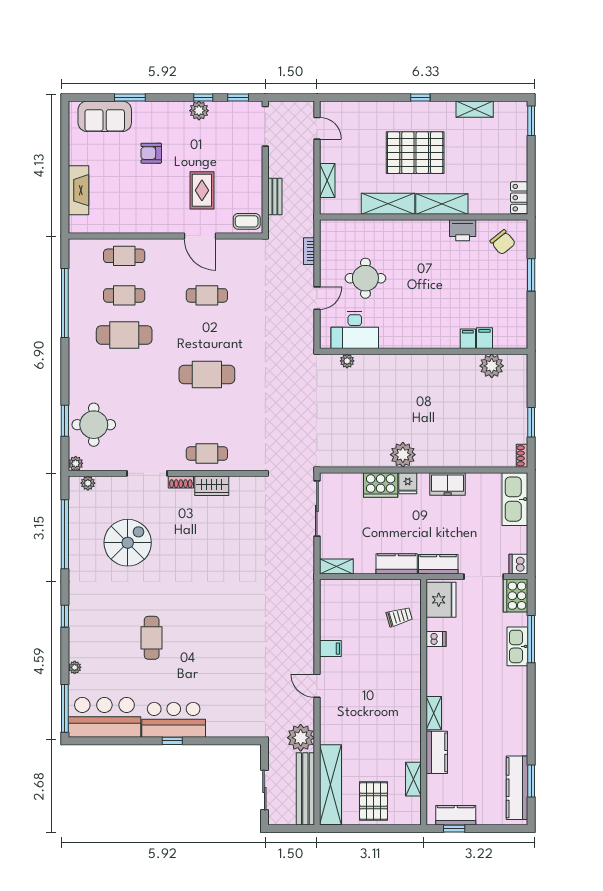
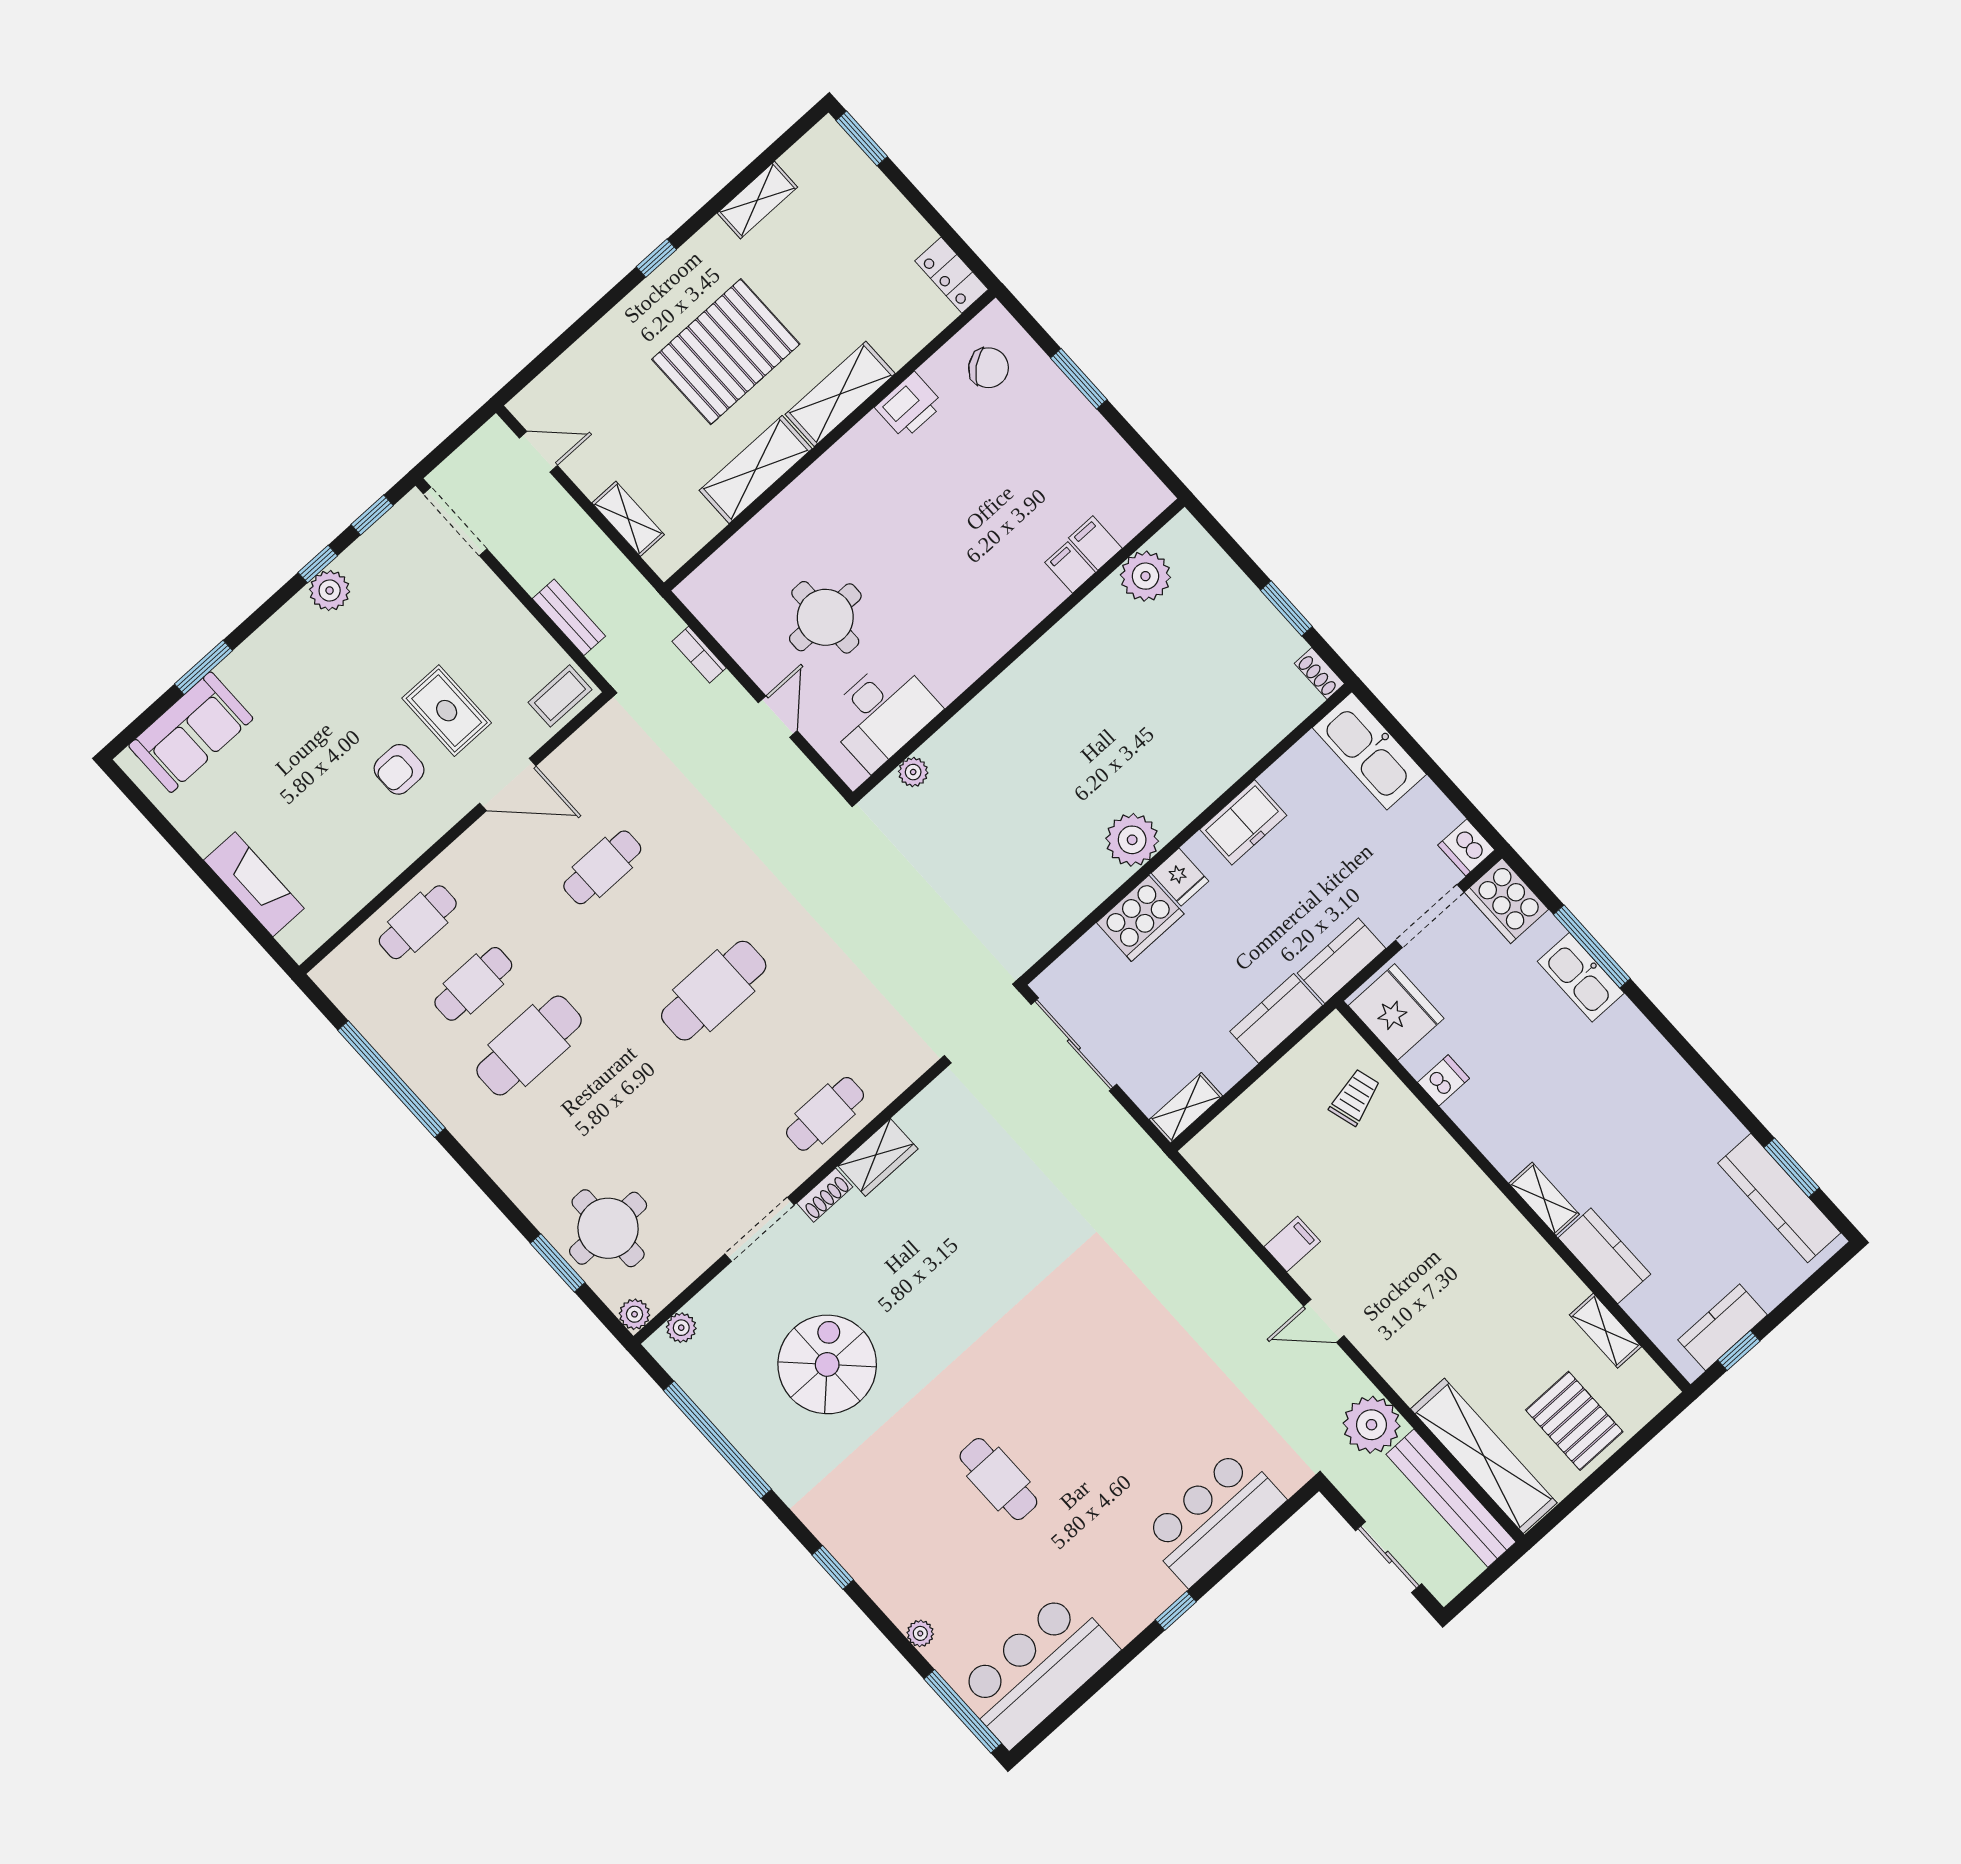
armchair: (151, 153) -> (399, 769), moved
bar counter: (174, 720) -> (1213, 1517), moved

